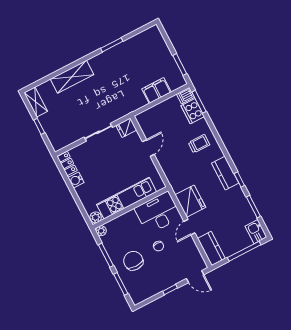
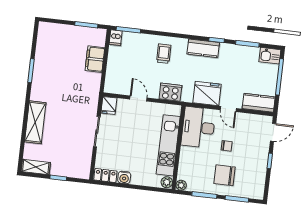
cooker: (193, 111) -> (170, 92), moved, turned 180

